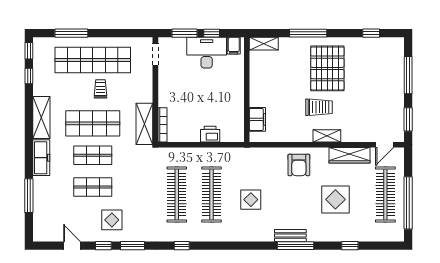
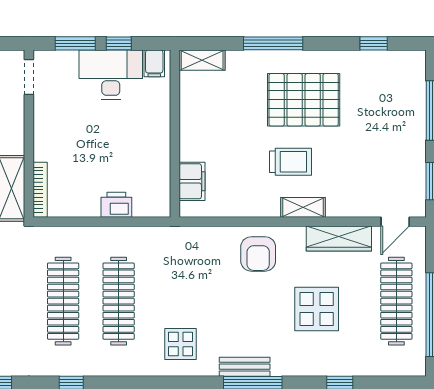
pallet: (327, 68) -> (304, 100), turned 90
display table: (251, 200) -> (181, 344), moved

